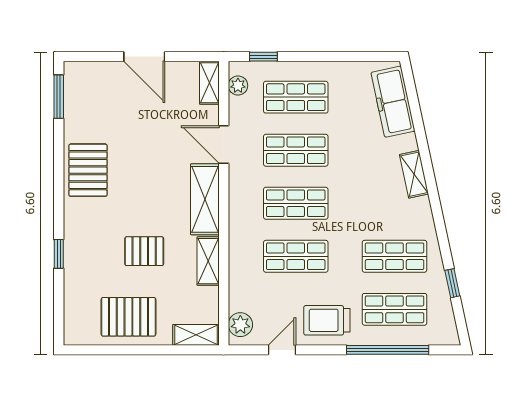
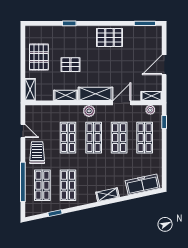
pallet: (144, 251) -> (70, 65), turned 90
plant: (240, 325) -> (89, 111), moved

